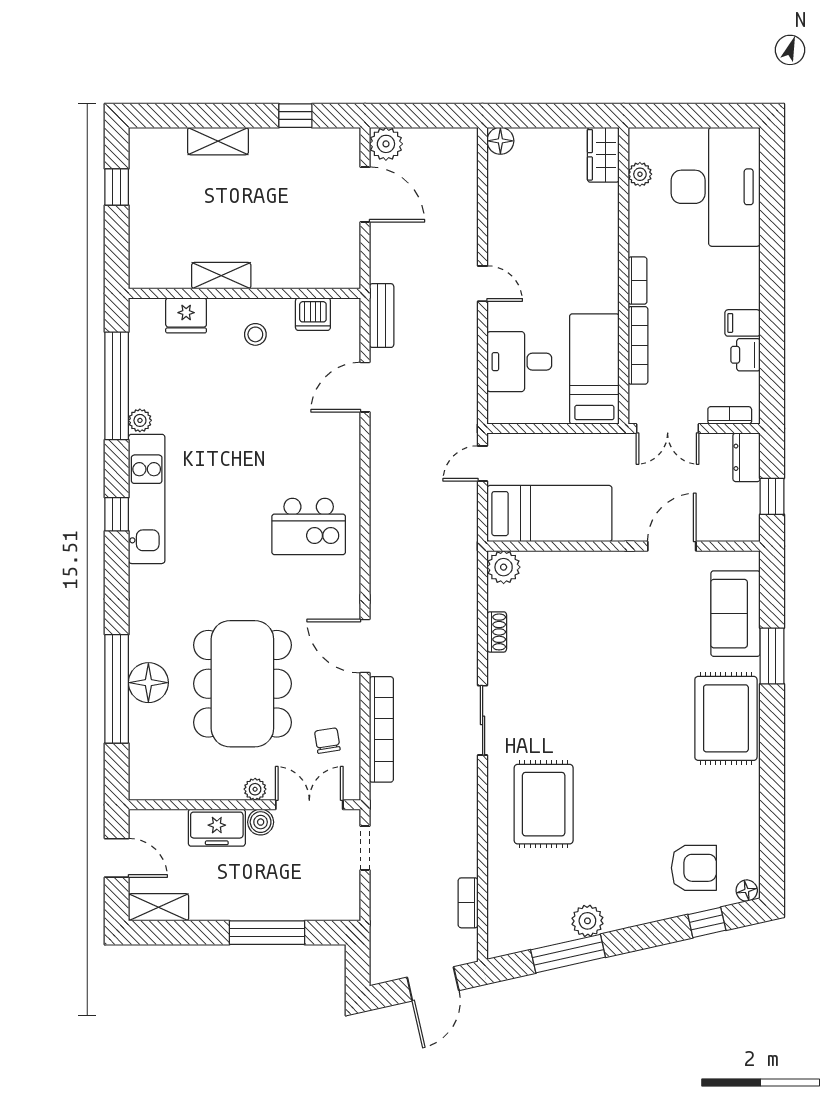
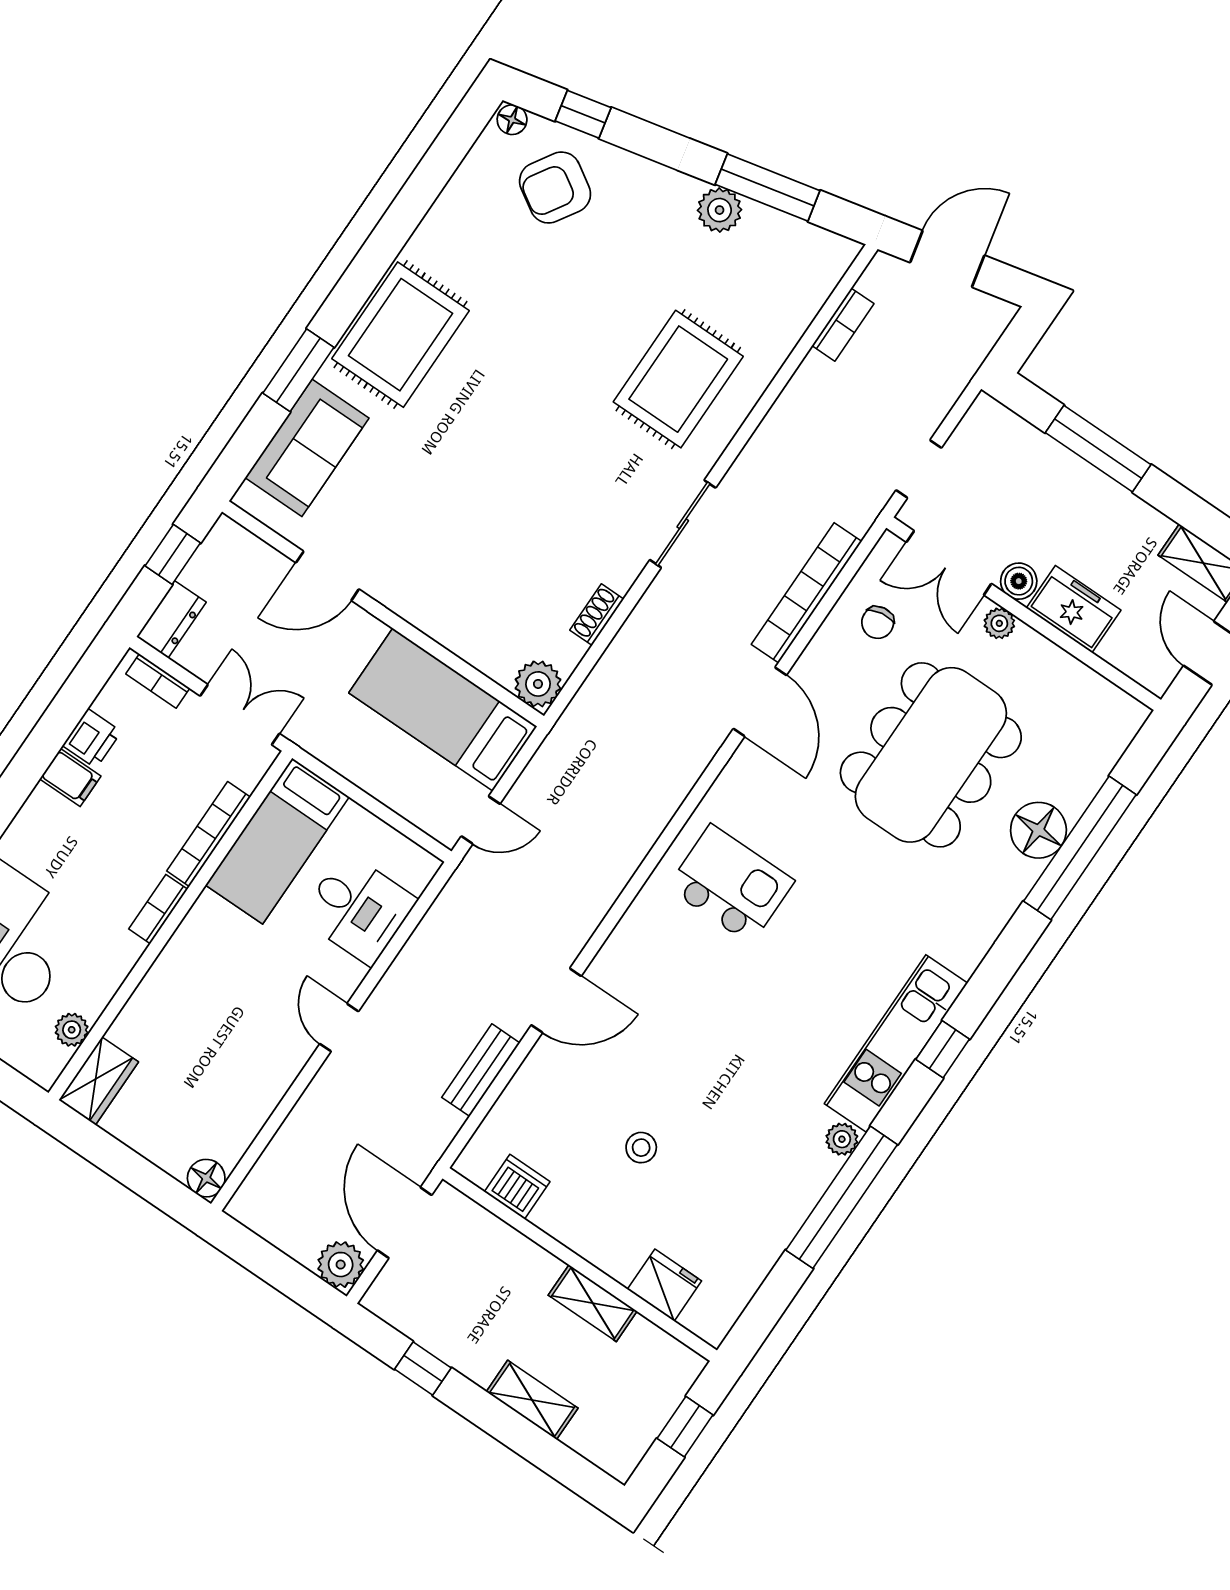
shelving: (221, 276) -> (593, 1303), moved
wall: (245, 293) -> (580, 1264), moved
dishwasher: (313, 314) -> (517, 1187), moved
fridge: (186, 315) -> (664, 1285), moved
armchair: (694, 868) -> (555, 188), turned -58

